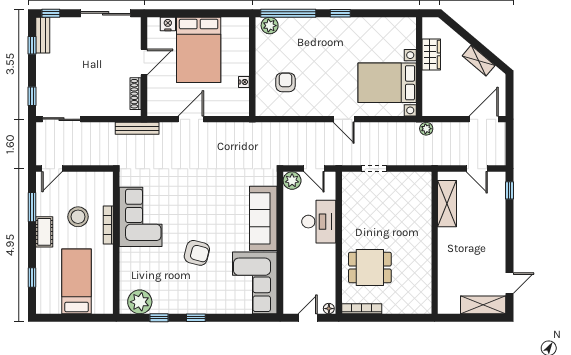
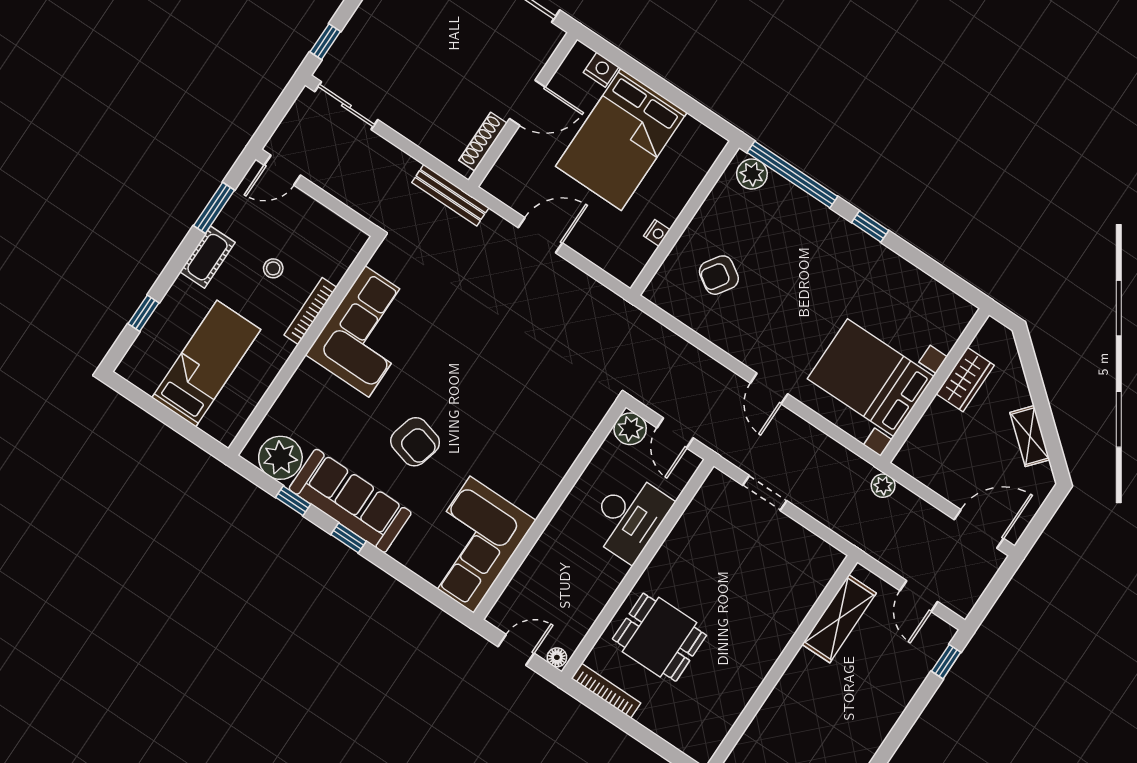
armchair: (285, 82) -> (719, 275), turned -147
stool: (78, 217) -> (273, 268), width x0.53, depth x0.53
sofa: (263, 218) -> (350, 501), moved, turned 90

